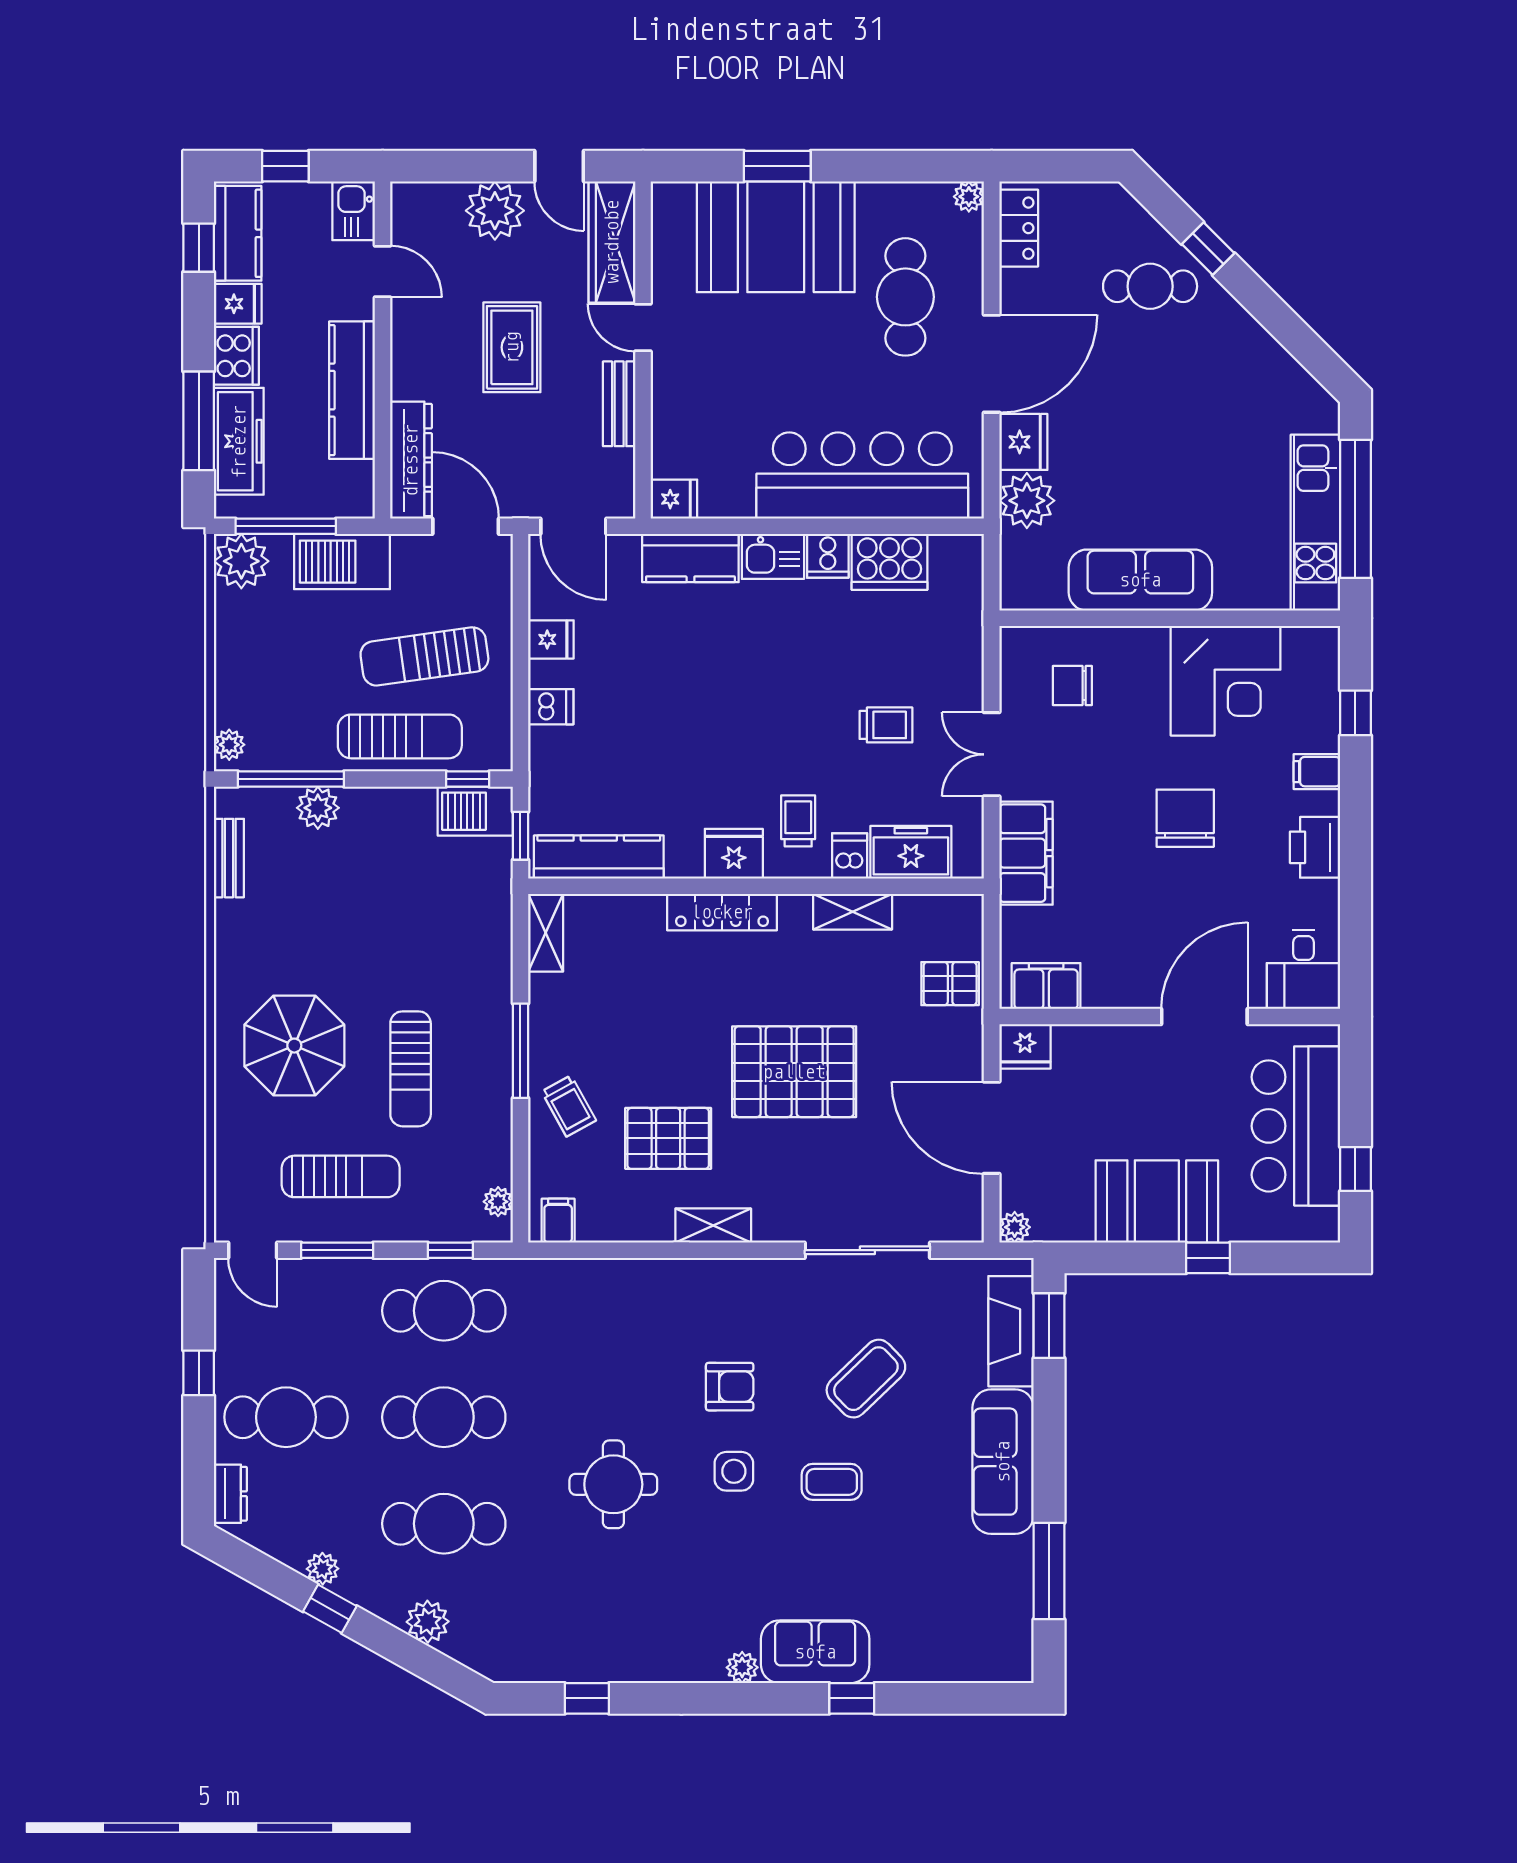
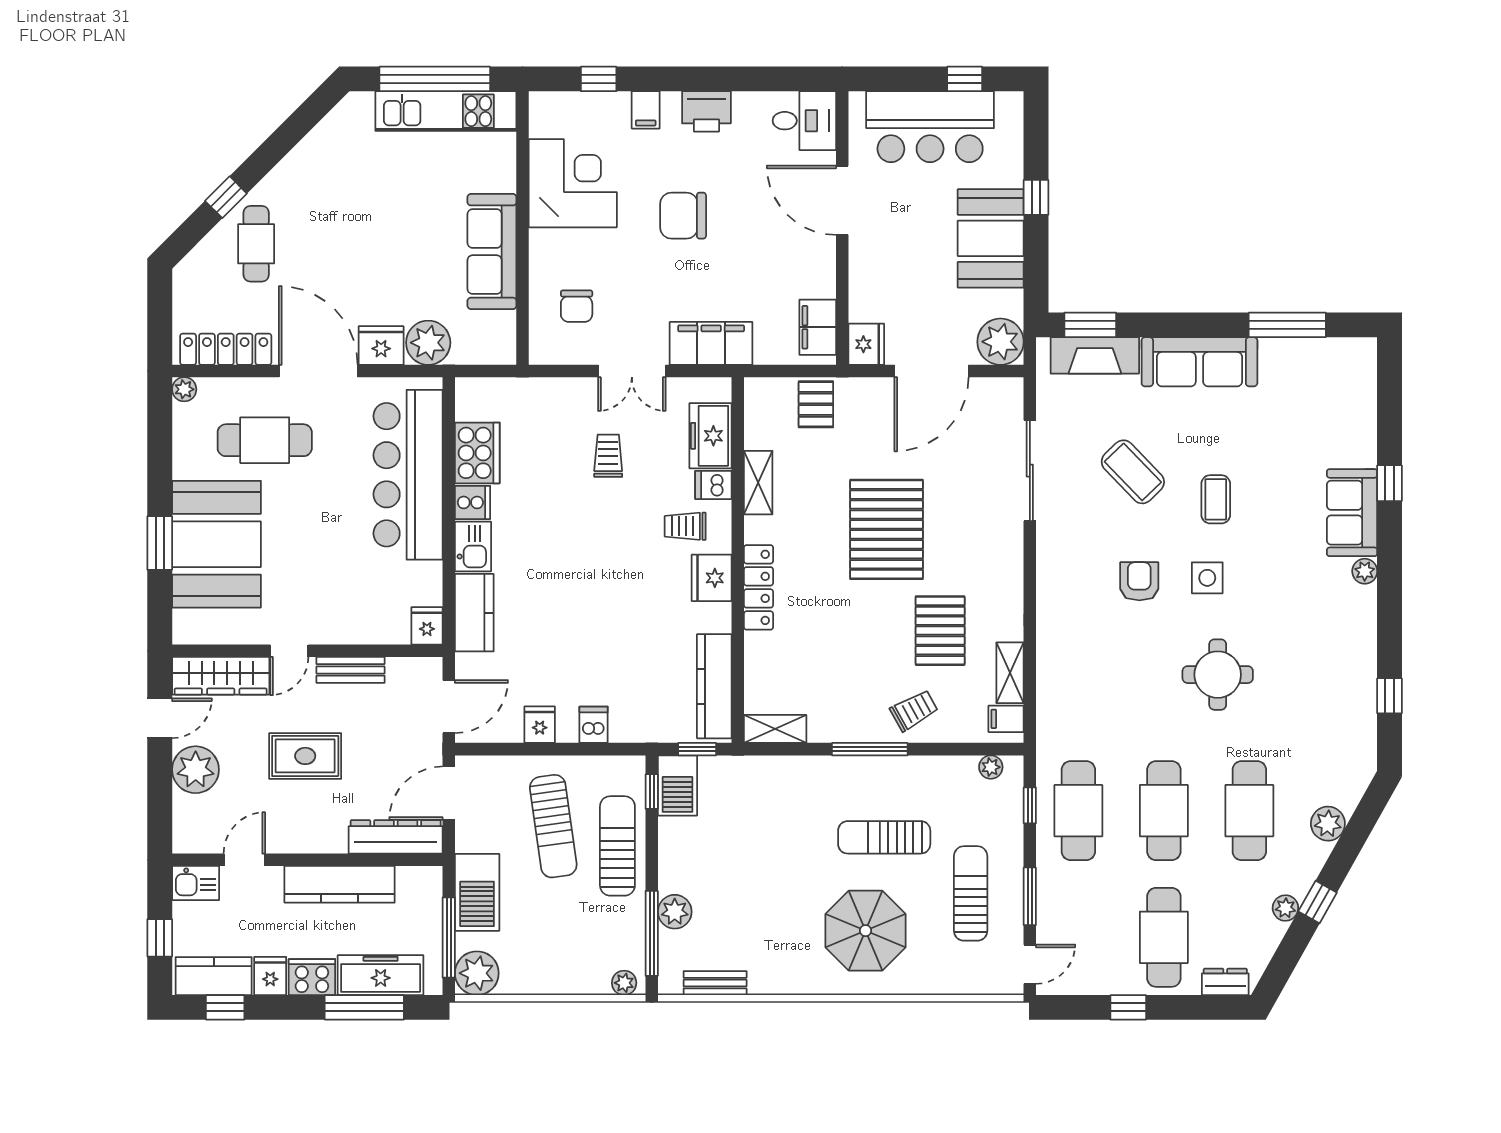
locker: (1019, 228) -> (226, 349), width x1.53
sun lounger: (411, 1069) -> (884, 837), turned 180
shelving: (713, 1226) -> (1010, 673), moved
plant: (1015, 1227) -> (1000, 342), width x1.88, depth x1.88

